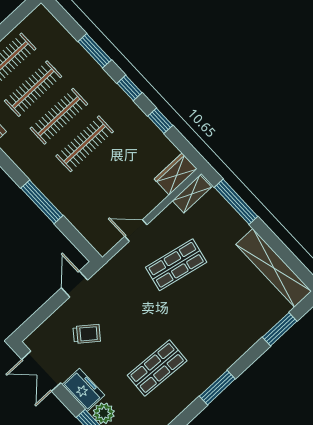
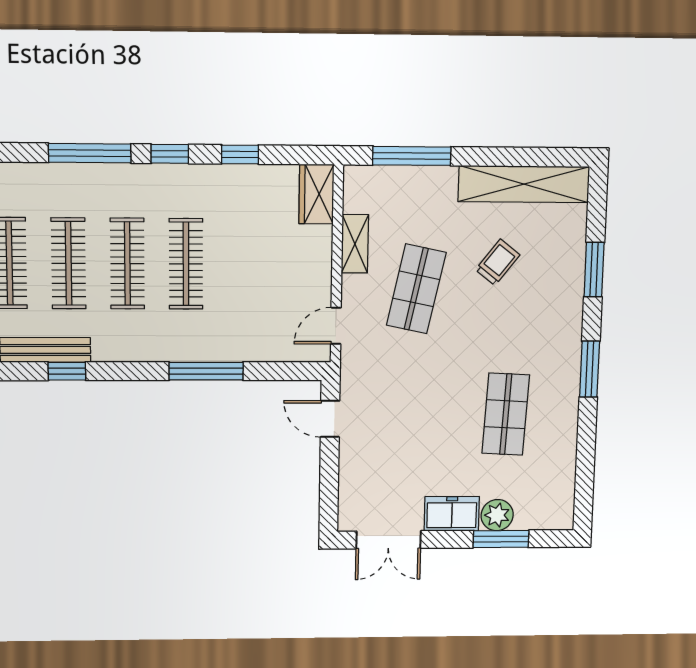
window: (95, 51) -> (90, 153), width x1.44
shelving: (192, 194) -> (355, 244), moved
door: (136, 230) -> (336, 326), moved
window: (280, 329) -> (594, 270), moved
trolley: (87, 334) -> (498, 262), moved

